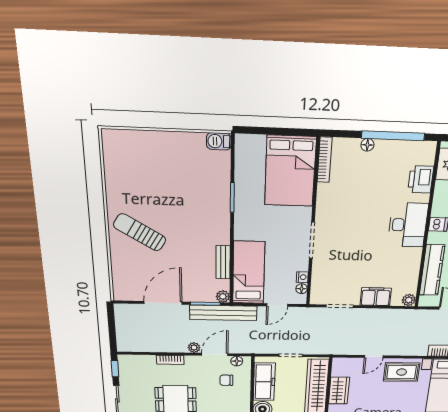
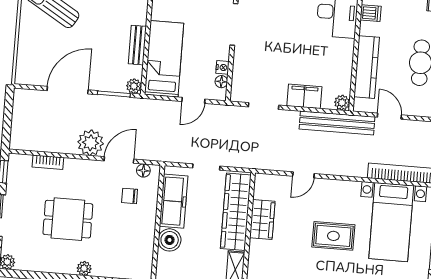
bench: (223, 313) -> (337, 123), moved
plant: (194, 348) -> (91, 143), width x1.87, depth x1.87
bookcase: (170, 360) -> (48, 162), moved
rug: (402, 372) -> (333, 236), moved

